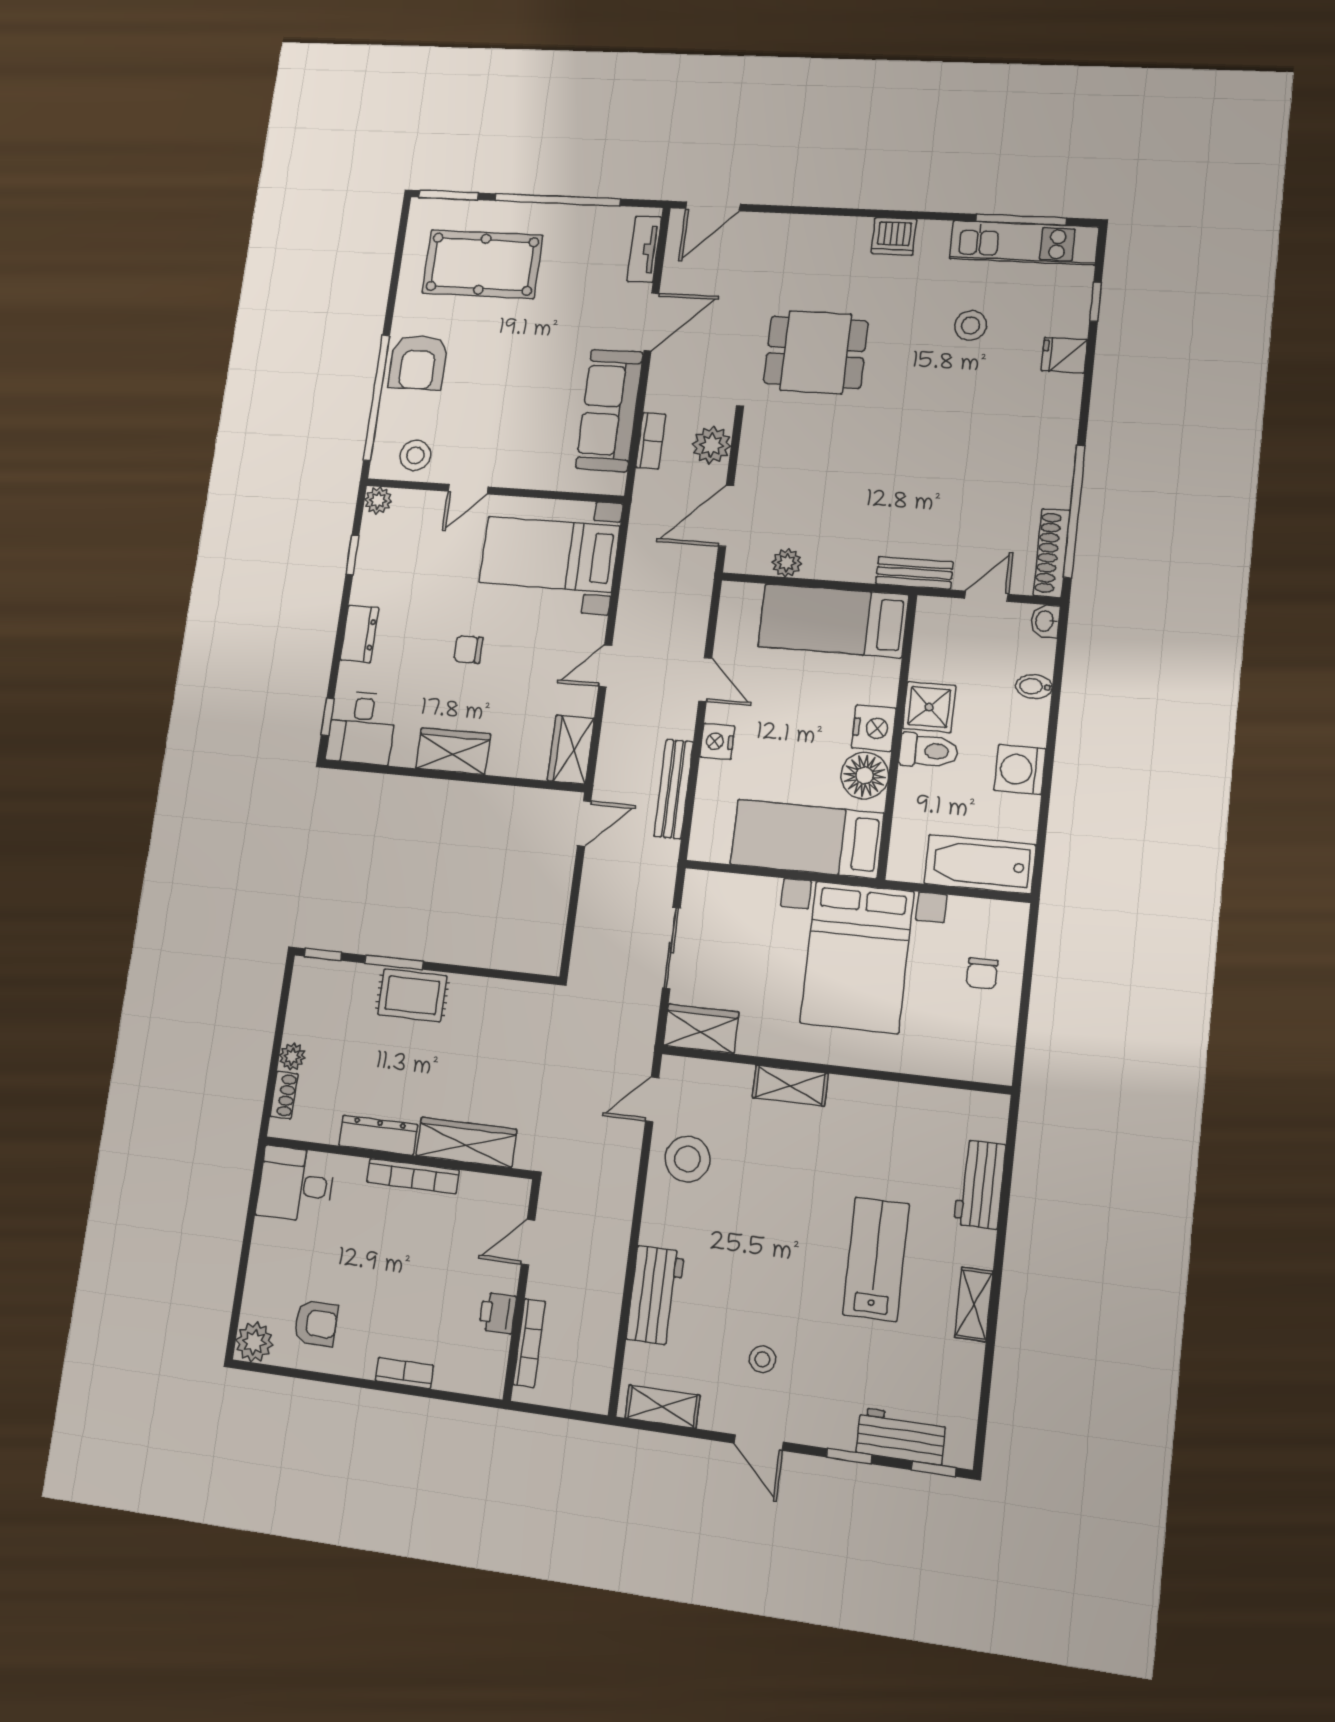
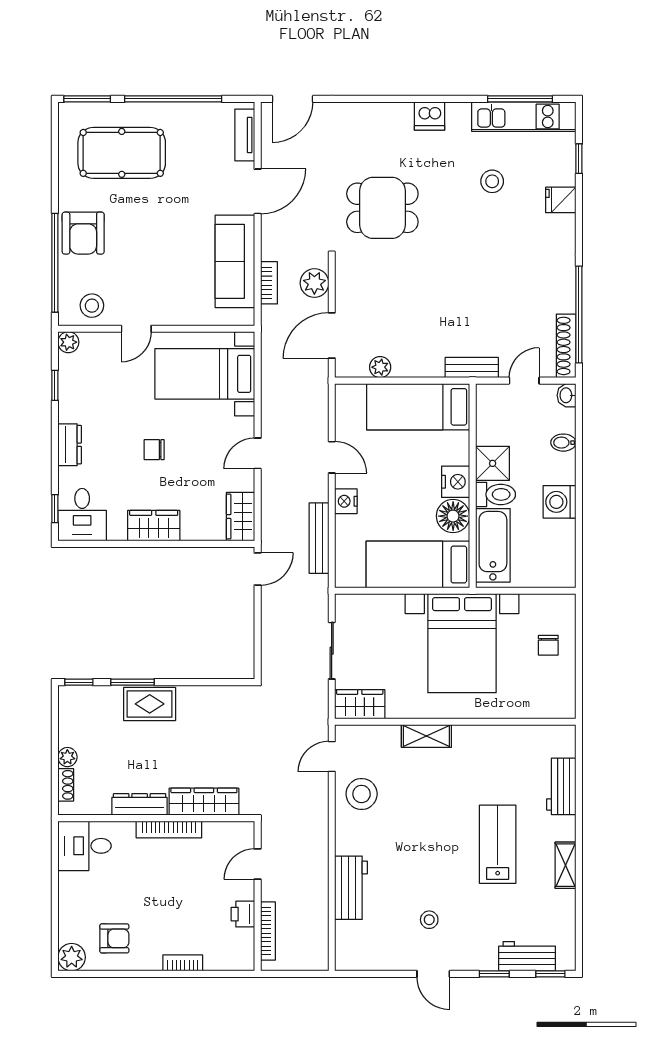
bathtub: (980, 864) -> (493, 545), moved, turned 90
shelving: (663, 1407) -> (365, 960), removed

